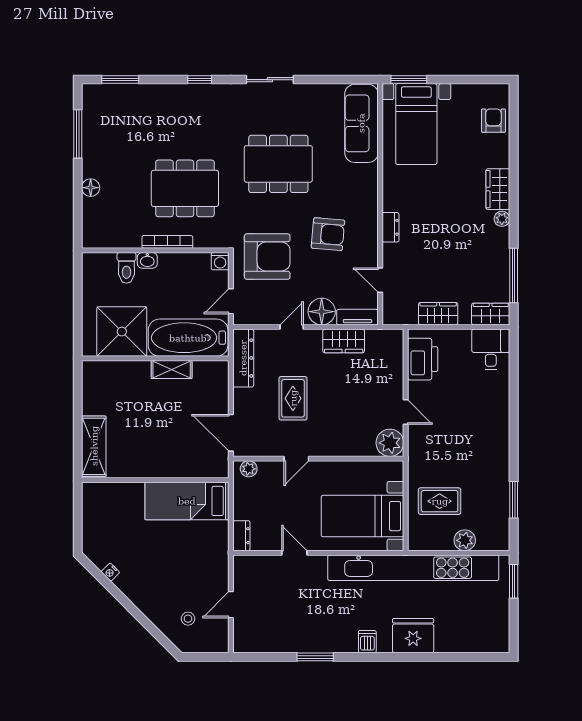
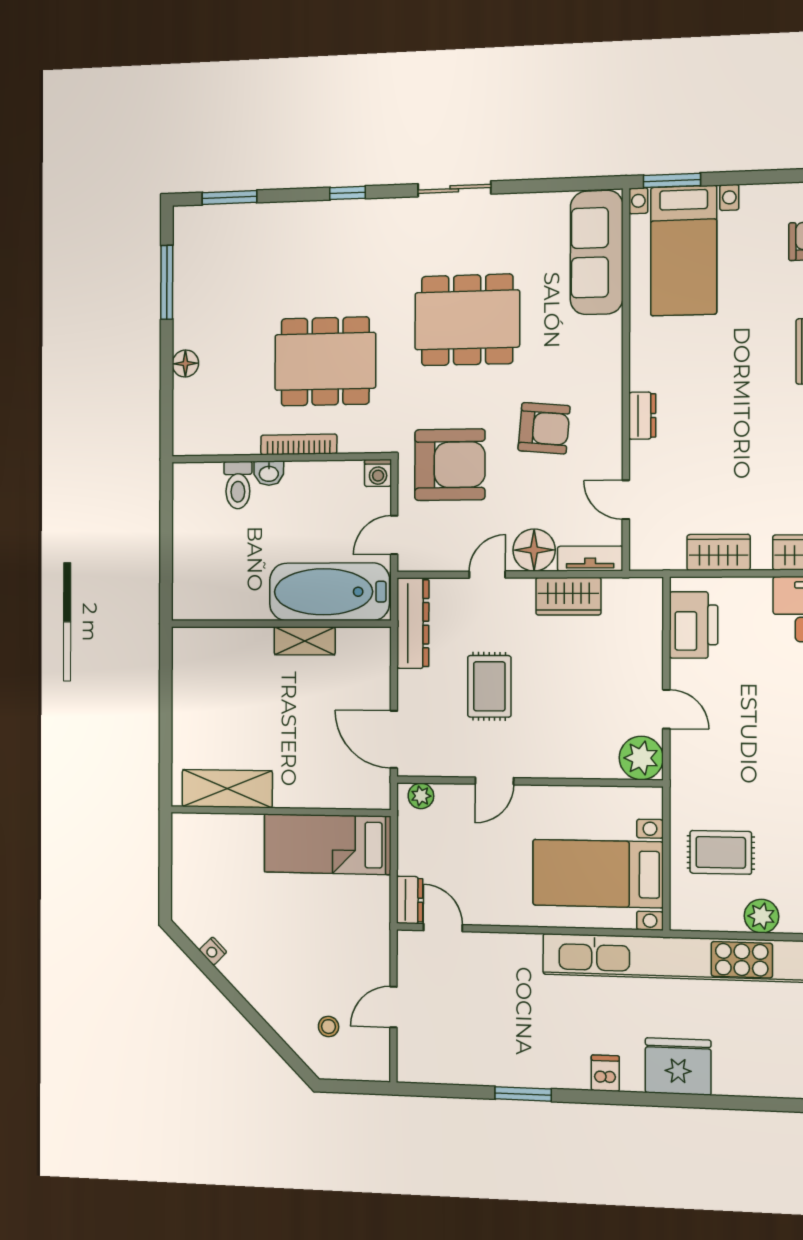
shower: (122, 332) -> (231, 583), removed
shelving: (94, 446) -> (227, 789), moved, turned 90
door: (294, 553) -> (443, 928), moved

